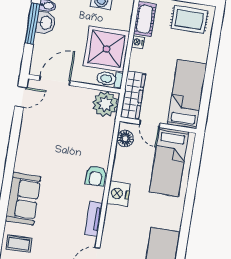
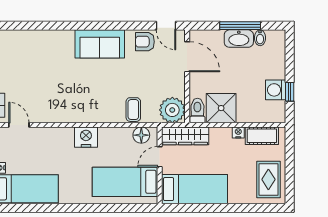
washbasin: (46, 23) -> (239, 39), width x1.38
shower: (106, 49) -> (221, 108), width x0.73, depth x0.73
armchair: (96, 176) -> (145, 42), moved
sofa: (23, 199) -> (100, 44), moved
tv unit: (94, 219) -> (57, 116), removed
coffee table: (19, 244) -> (133, 110), moved

